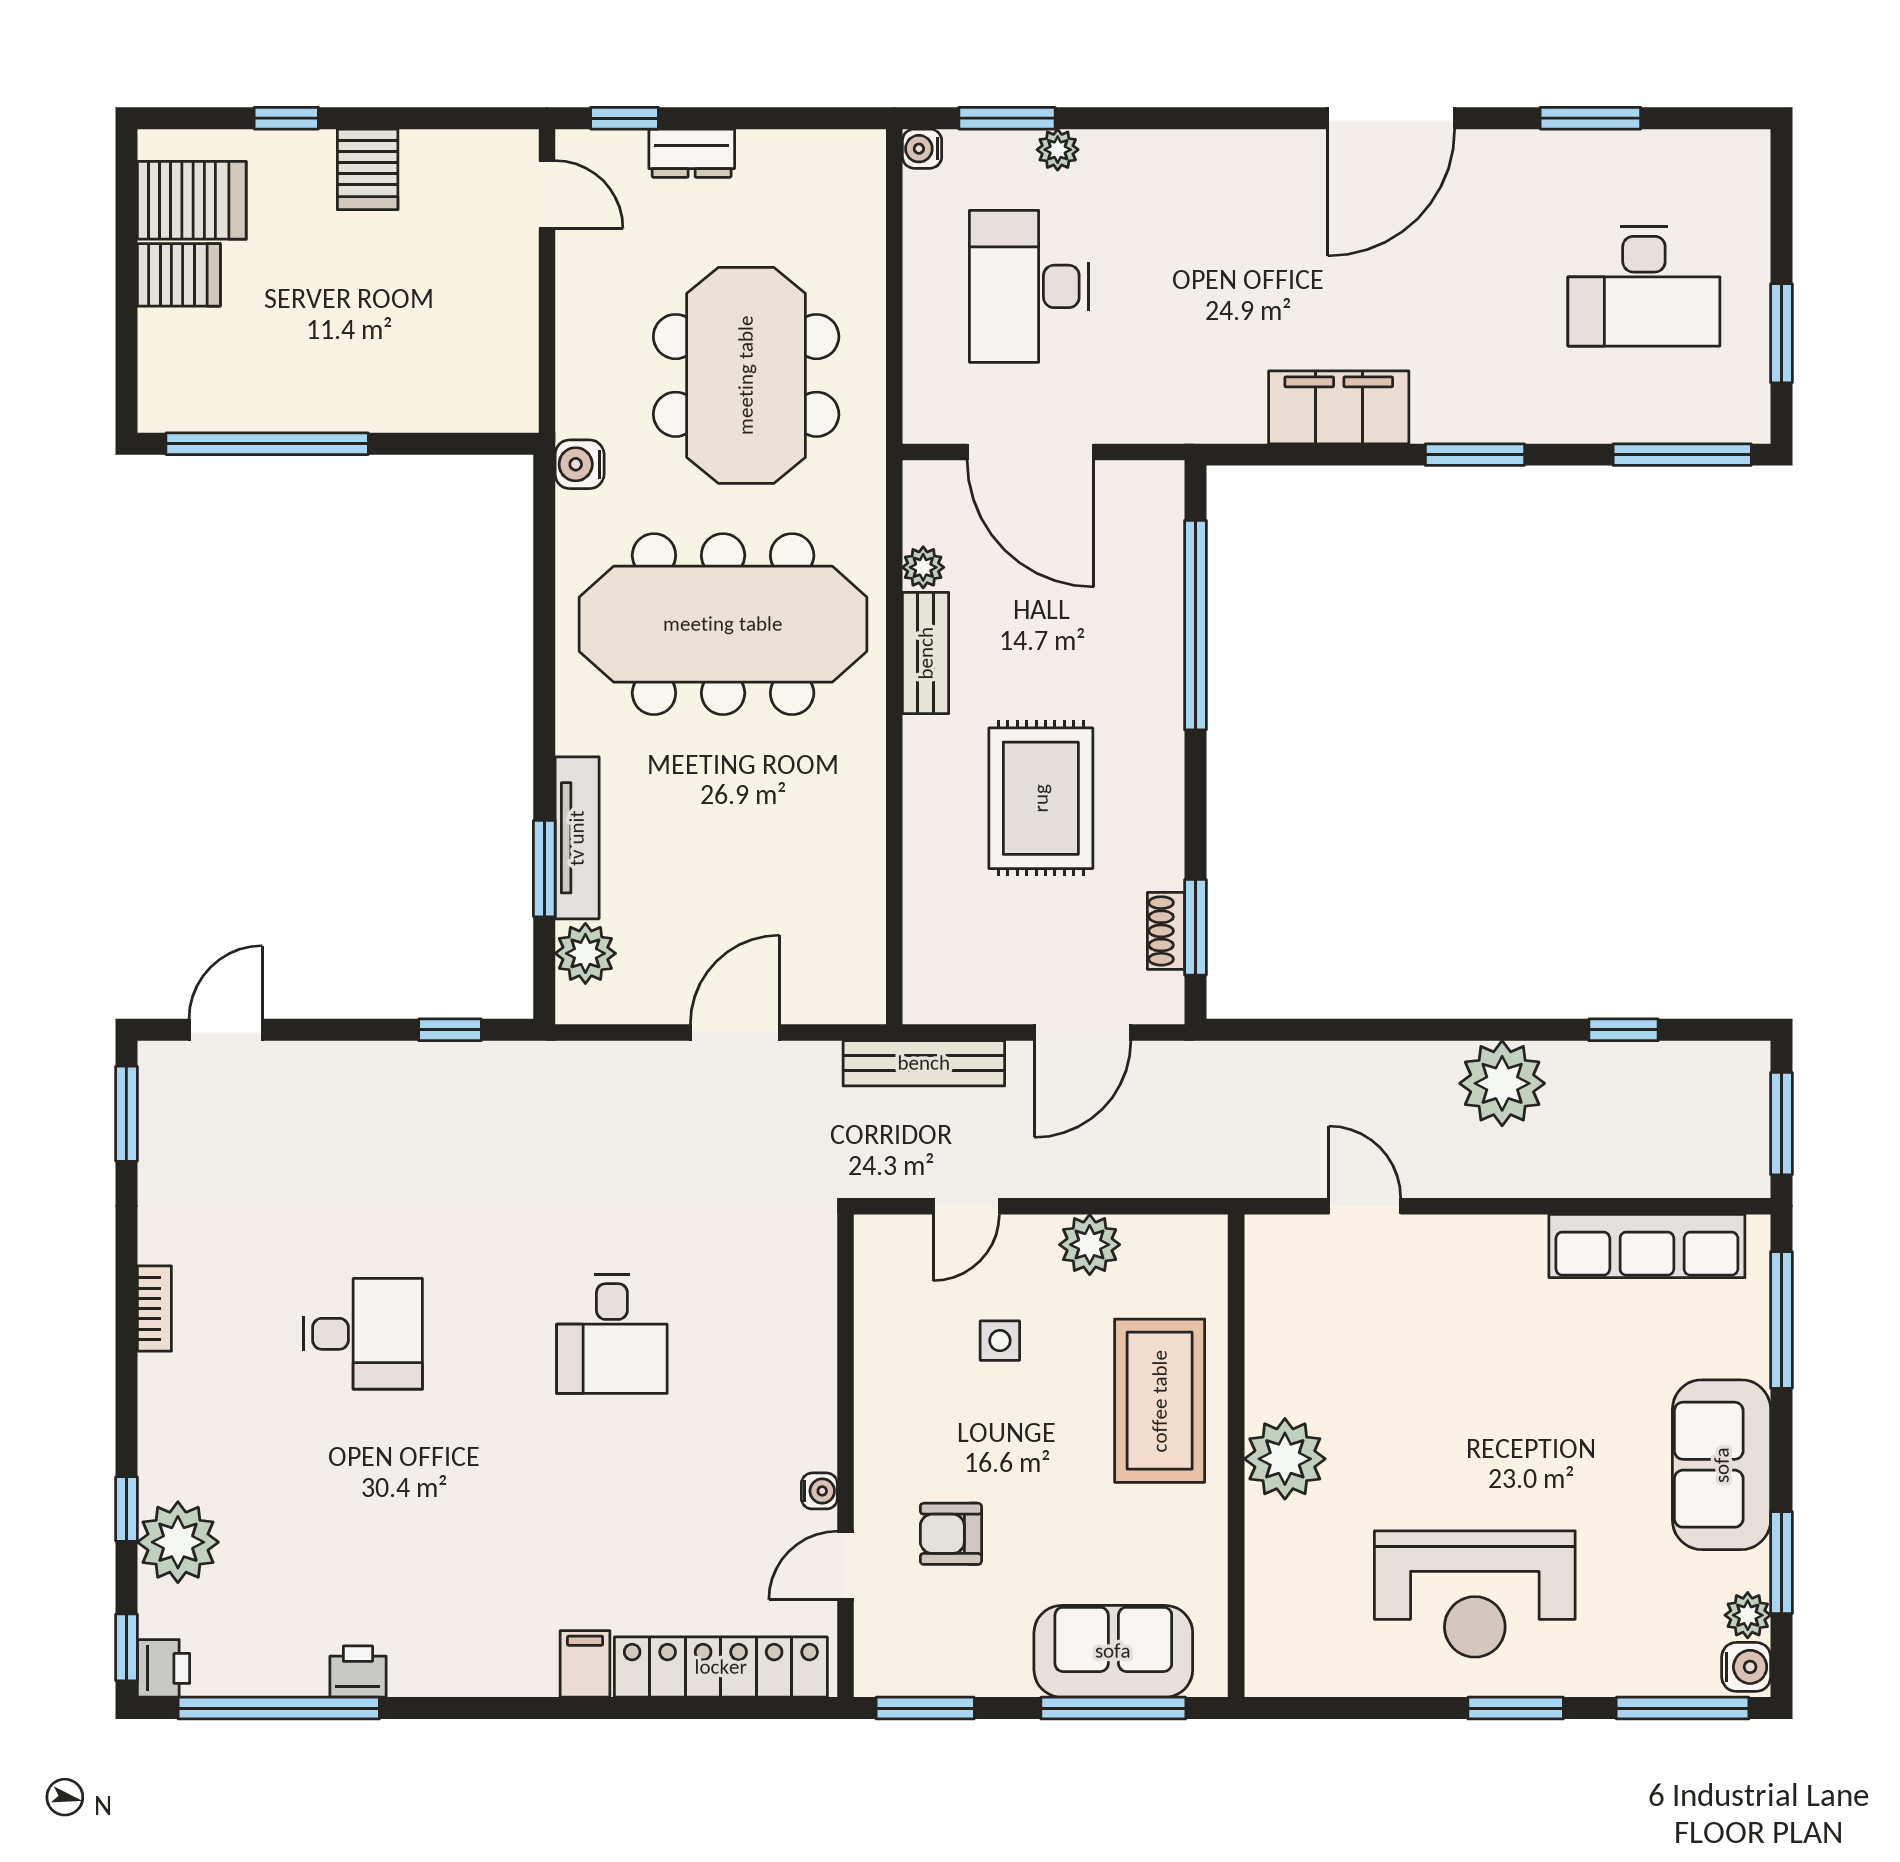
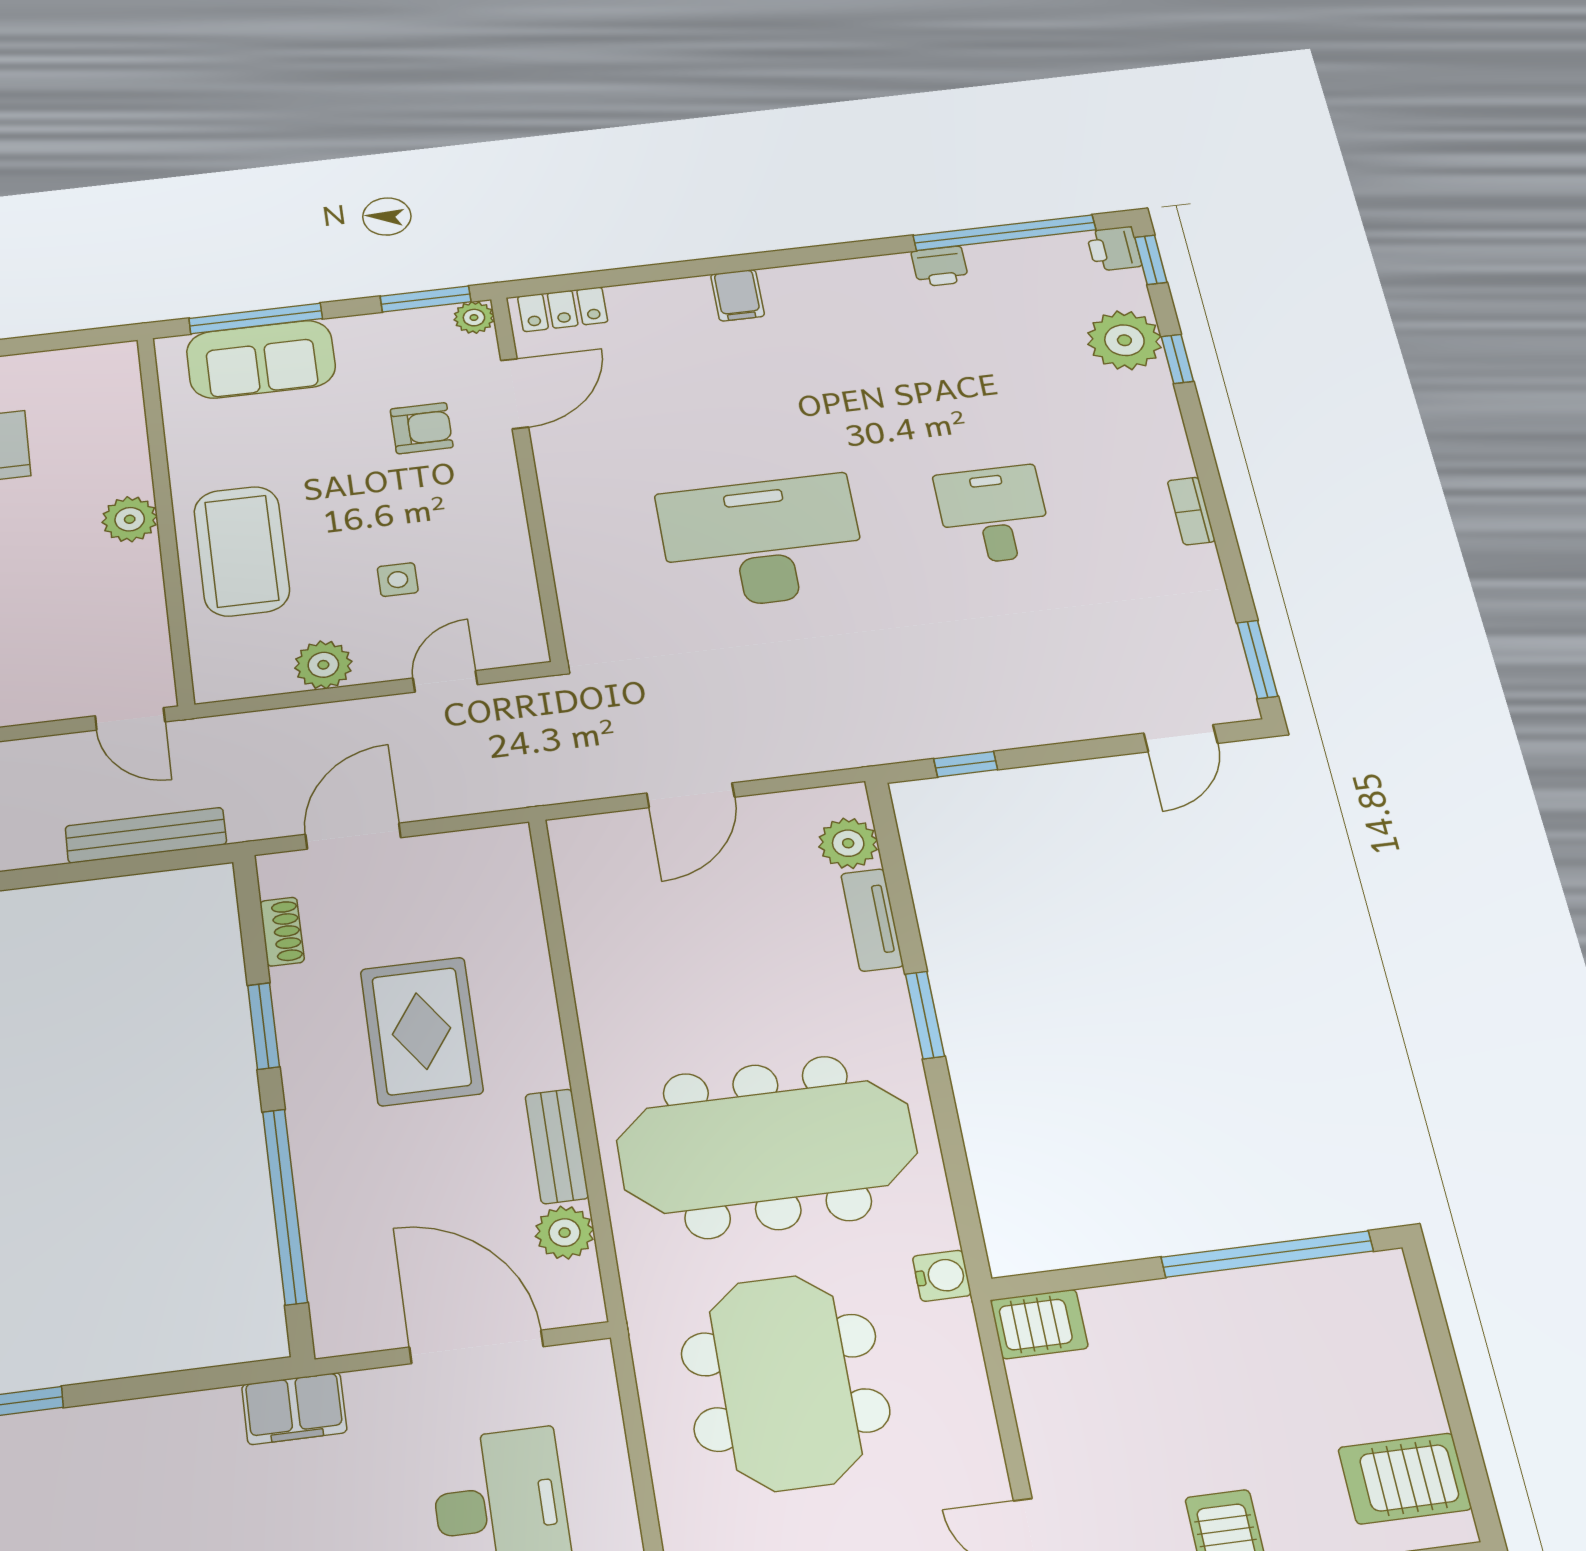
server rack: (179, 275) -> (1039, 1324), moved, turned 180
filing cabinet: (1339, 407) -> (294, 1409), moved, width x0.67, depth x0.86
plant: (923, 567) -> (565, 1233), width x1.38, depth x1.38
tv unit: (577, 838) -> (872, 920), width x0.71
window: (544, 869) -> (925, 1015), moved
window: (1195, 927) -> (264, 1026), moved
bench: (924, 1063) -> (146, 835), moved
door: (1365, 1206) -> (130, 719), moved
desk: (363, 1334) -> (993, 515), turned 90
desk: (612, 1334) -> (762, 542), width x1.87, depth x1.30
plant: (1285, 1459) -> (130, 519), width x0.73, depth x0.73
water cooler: (819, 1491) -> (548, 446), removed
door: (845, 1565) -> (515, 394), width x1.38
locker: (721, 1667) -> (563, 309), width x0.46, depth x0.83
plant: (876, 1675) -> (474, 318), added

